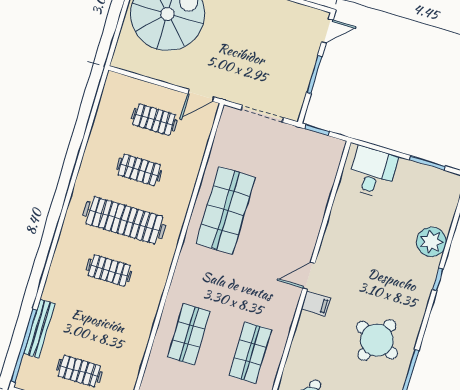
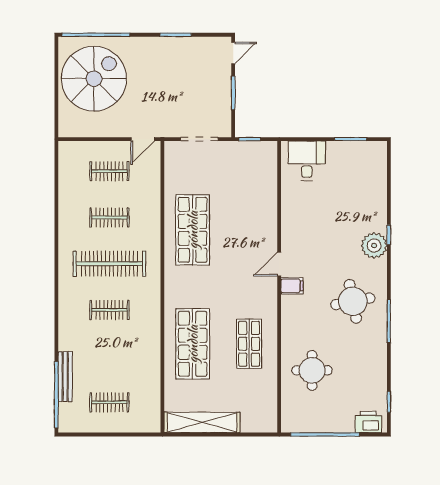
plant: (431, 242) -> (374, 245), moved
shop shelf: (189, 334) -> (193, 344), width x1.43, depth x1.36
round table: (377, 340) -> (353, 301), turned -36

